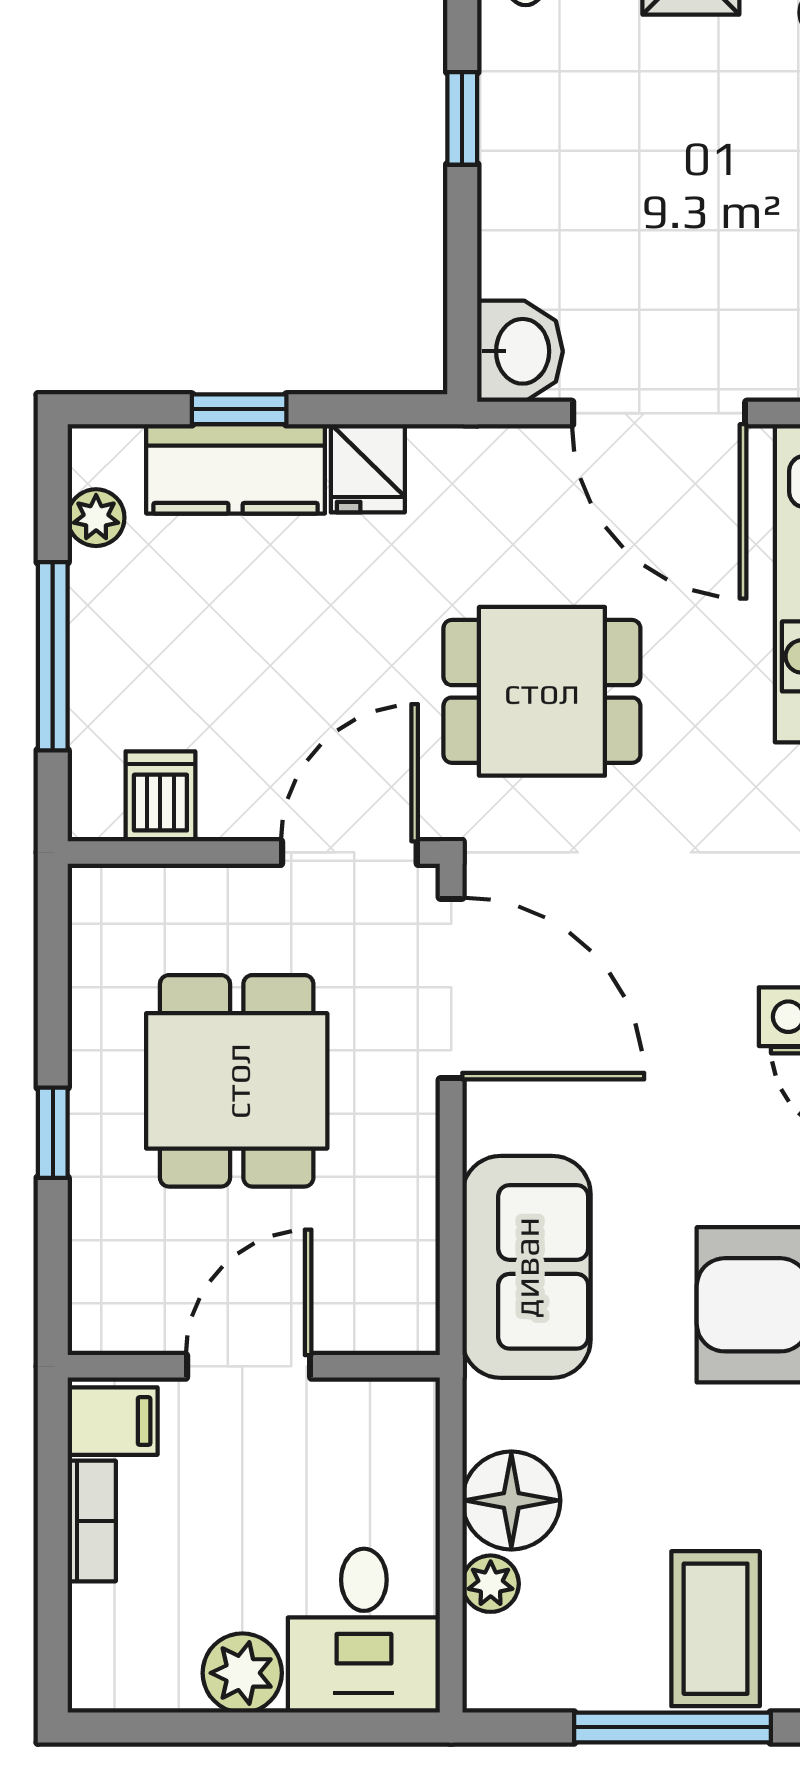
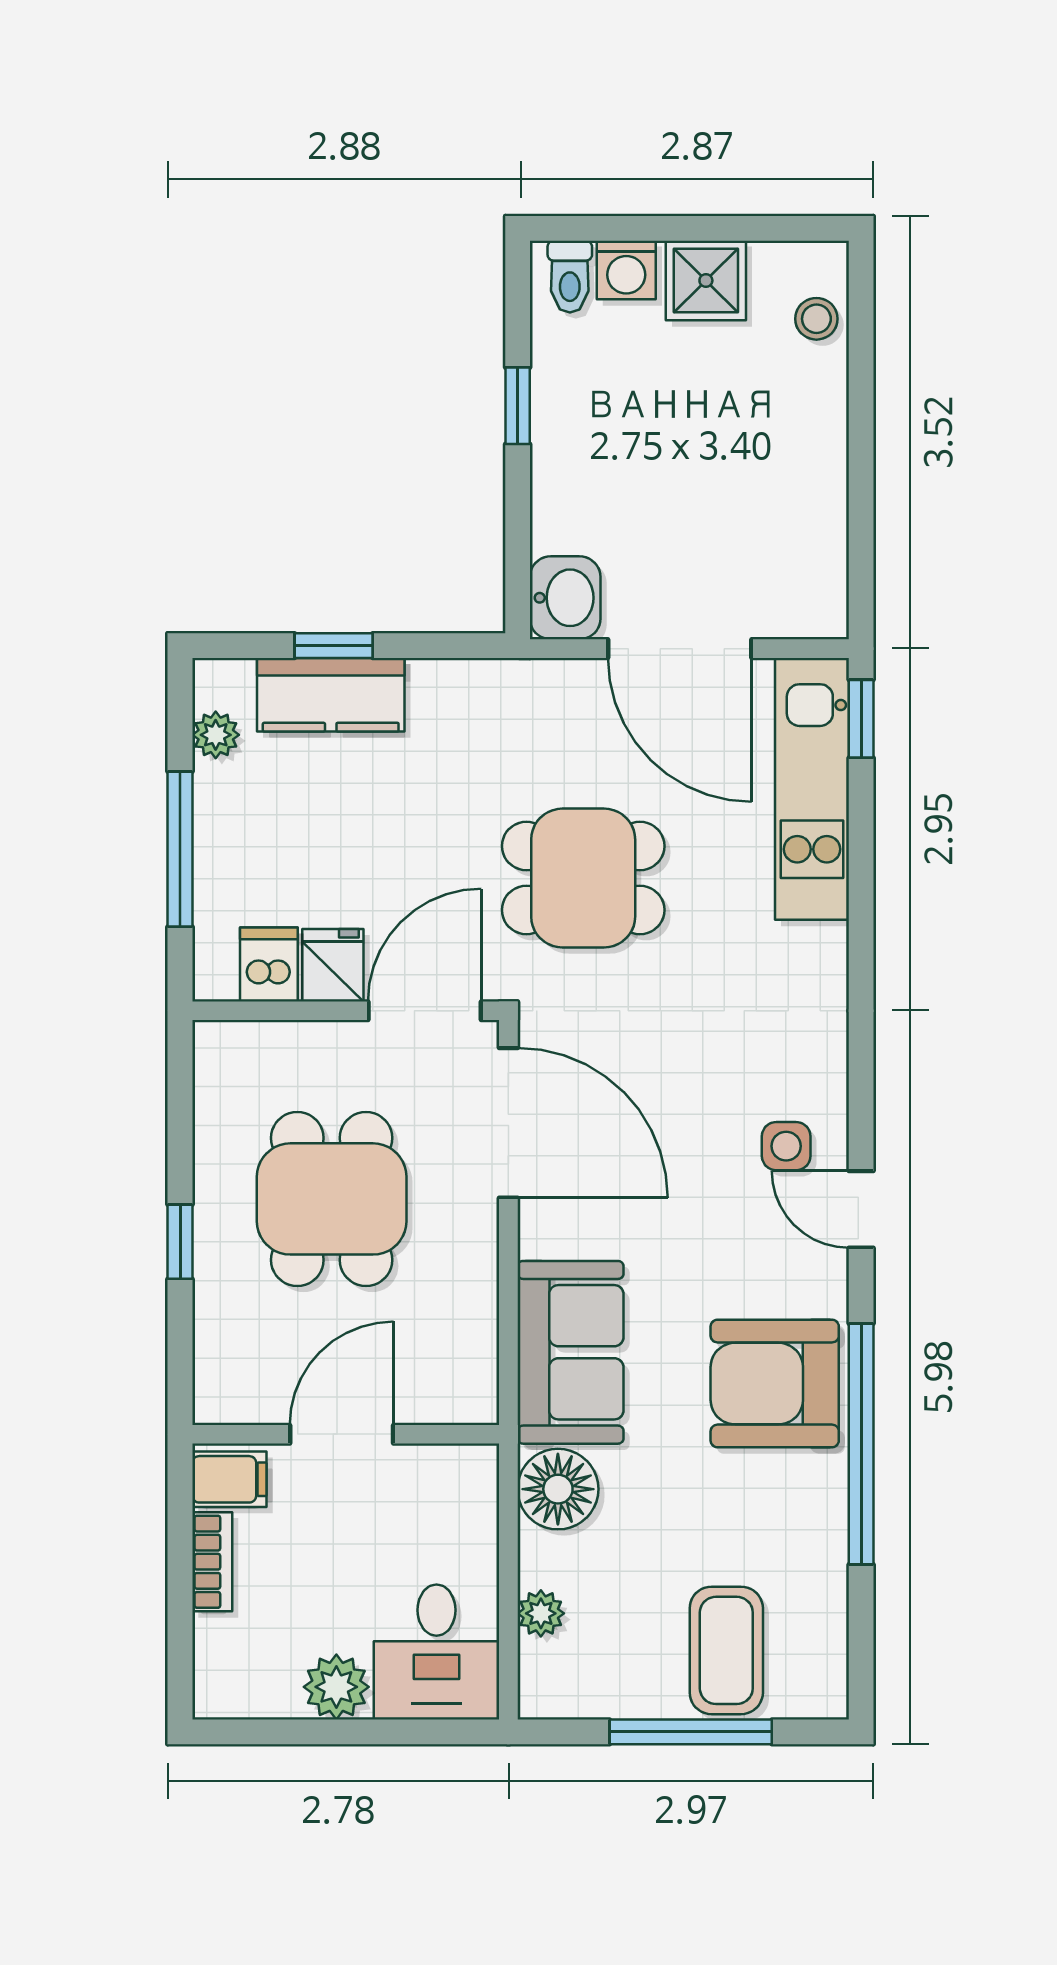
fridge: (368, 468) -> (333, 965), moved, turned 180
floor lamp: (511, 1500) -> (558, 1489), moved

